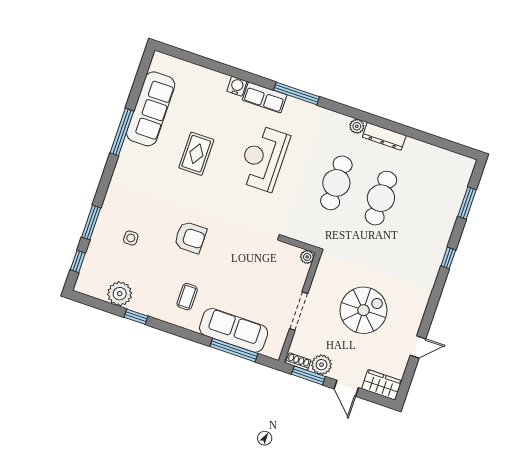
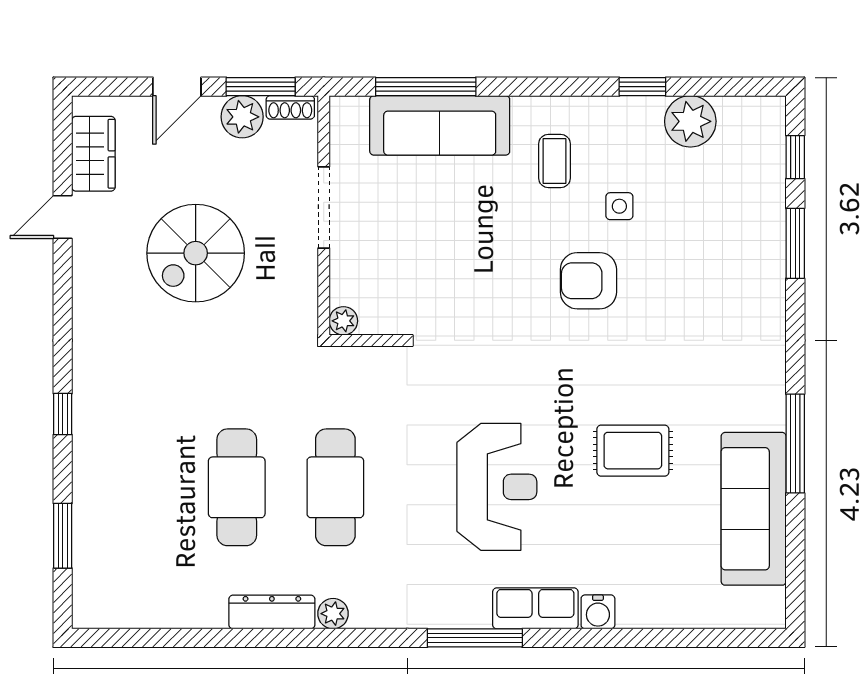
rug: (196, 154) -> (633, 451), turned 90
side table: (131, 238) -> (619, 206), moved
wardrobe: (382, 385) -> (93, 154), moved, turned -90
door: (346, 388) -> (177, 87), swing flipped

